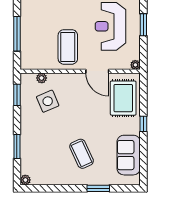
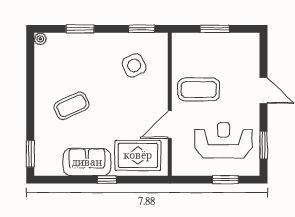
window: (17, 34) -> (214, 29), width x0.69
plant: (135, 65) -> (177, 170), removed
plant: (42, 78) -> (162, 58), removed
sofa: (129, 155) -> (87, 162), moved
window: (98, 188) -> (30, 154), moved

